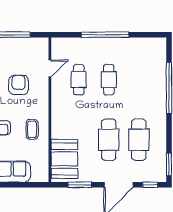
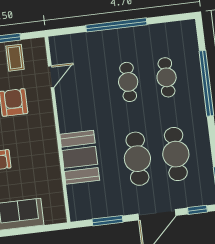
cafe table: (79, 80) -> (167, 77), moved
coffee table: (32, 129) -> (15, 58), moved
booth: (64, 159) -> (80, 157), moved

